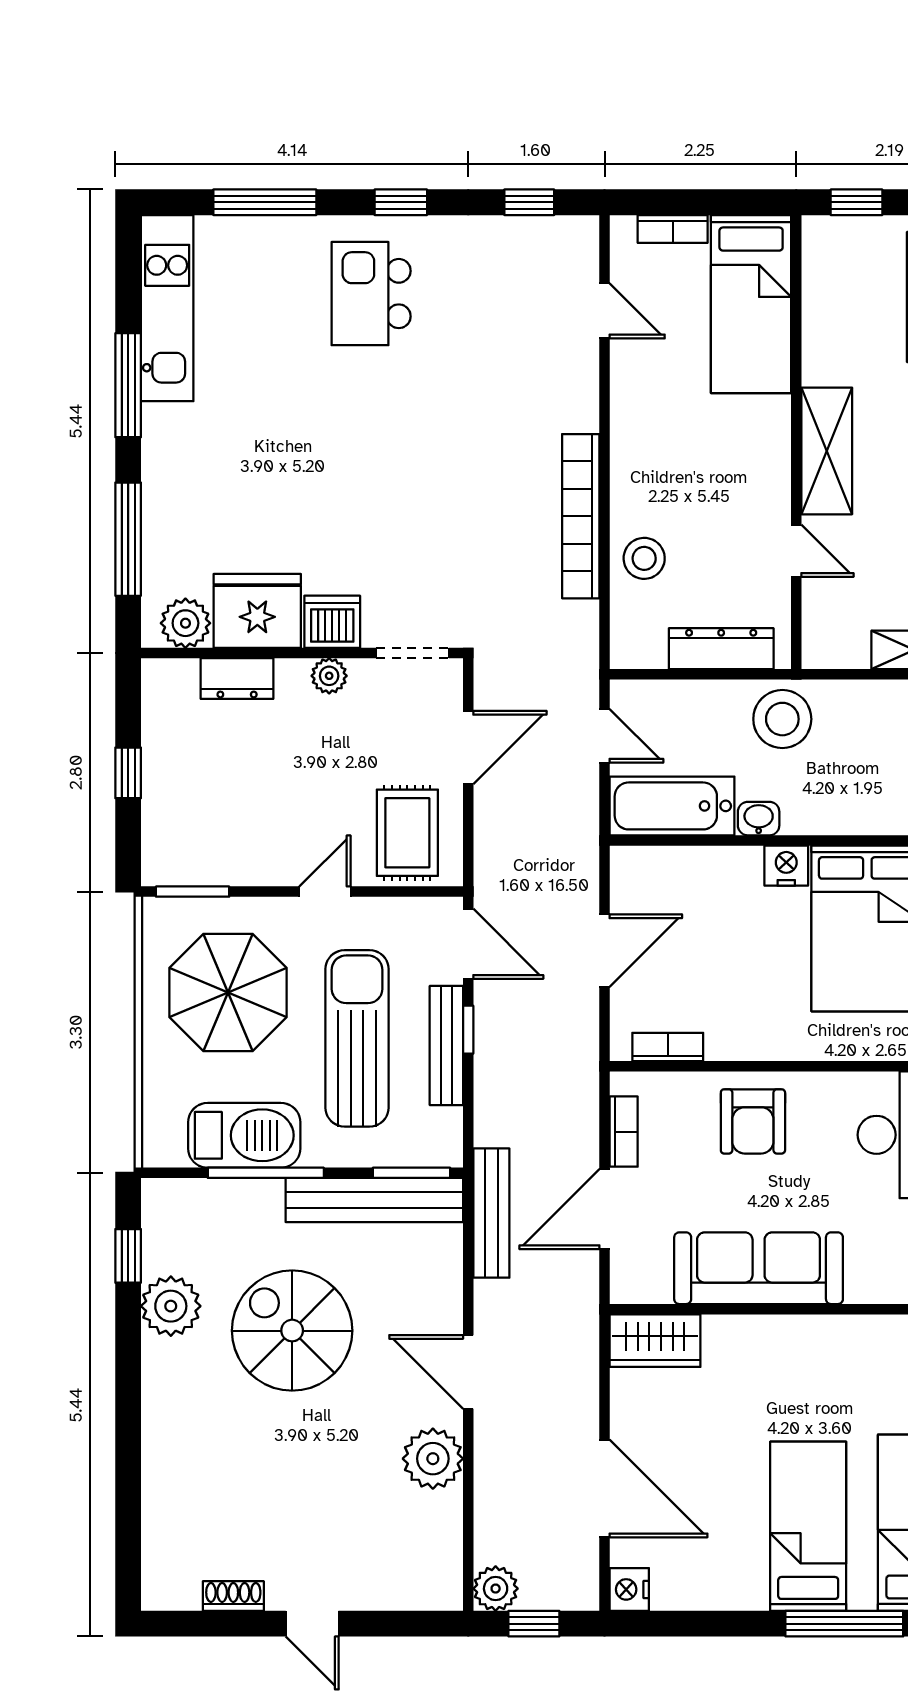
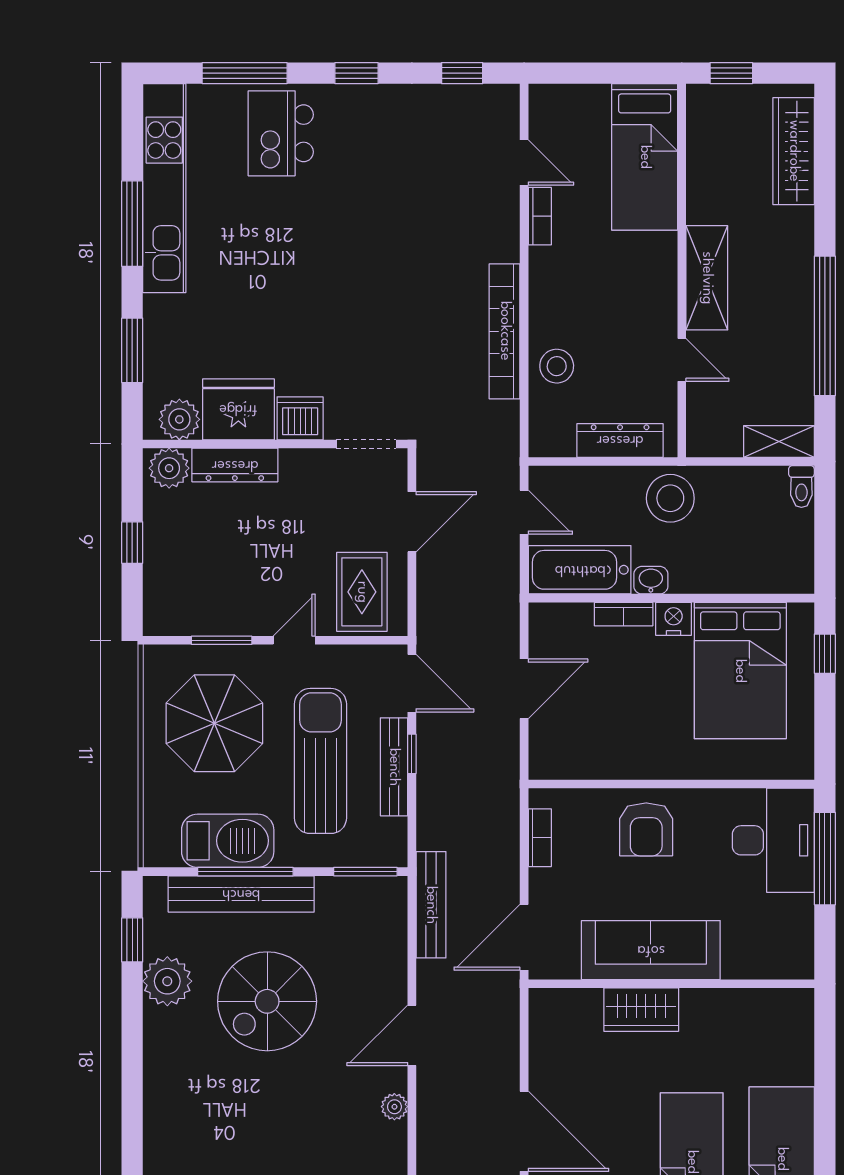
bookcase: (673, 229) -> (540, 216), moved, turned -90
kitchen island: (371, 294) -> (281, 133), moved
kitchen unit: (167, 308) -> (164, 188), width x1.36
window: (128, 539) -> (132, 350), width x0.69
plant: (329, 676) -> (169, 468), moved, width x1.38, depth x1.38
dresser: (237, 679) -> (235, 465), width x1.44
window: (193, 892) -> (222, 640), moved
bookcase: (668, 1047) -> (624, 614), moved, turned 180
bench: (374, 1200) -> (241, 894), moved
door: (605, 1209) -> (524, 937), moved
spiral stairs: (292, 1331) -> (267, 1001), turned -90
wardrobe: (655, 1341) -> (641, 1010), moved
door: (468, 1372) -> (412, 1035), hinge flipped
plant: (433, 1459) -> (394, 1107), width x0.53, depth x0.53

